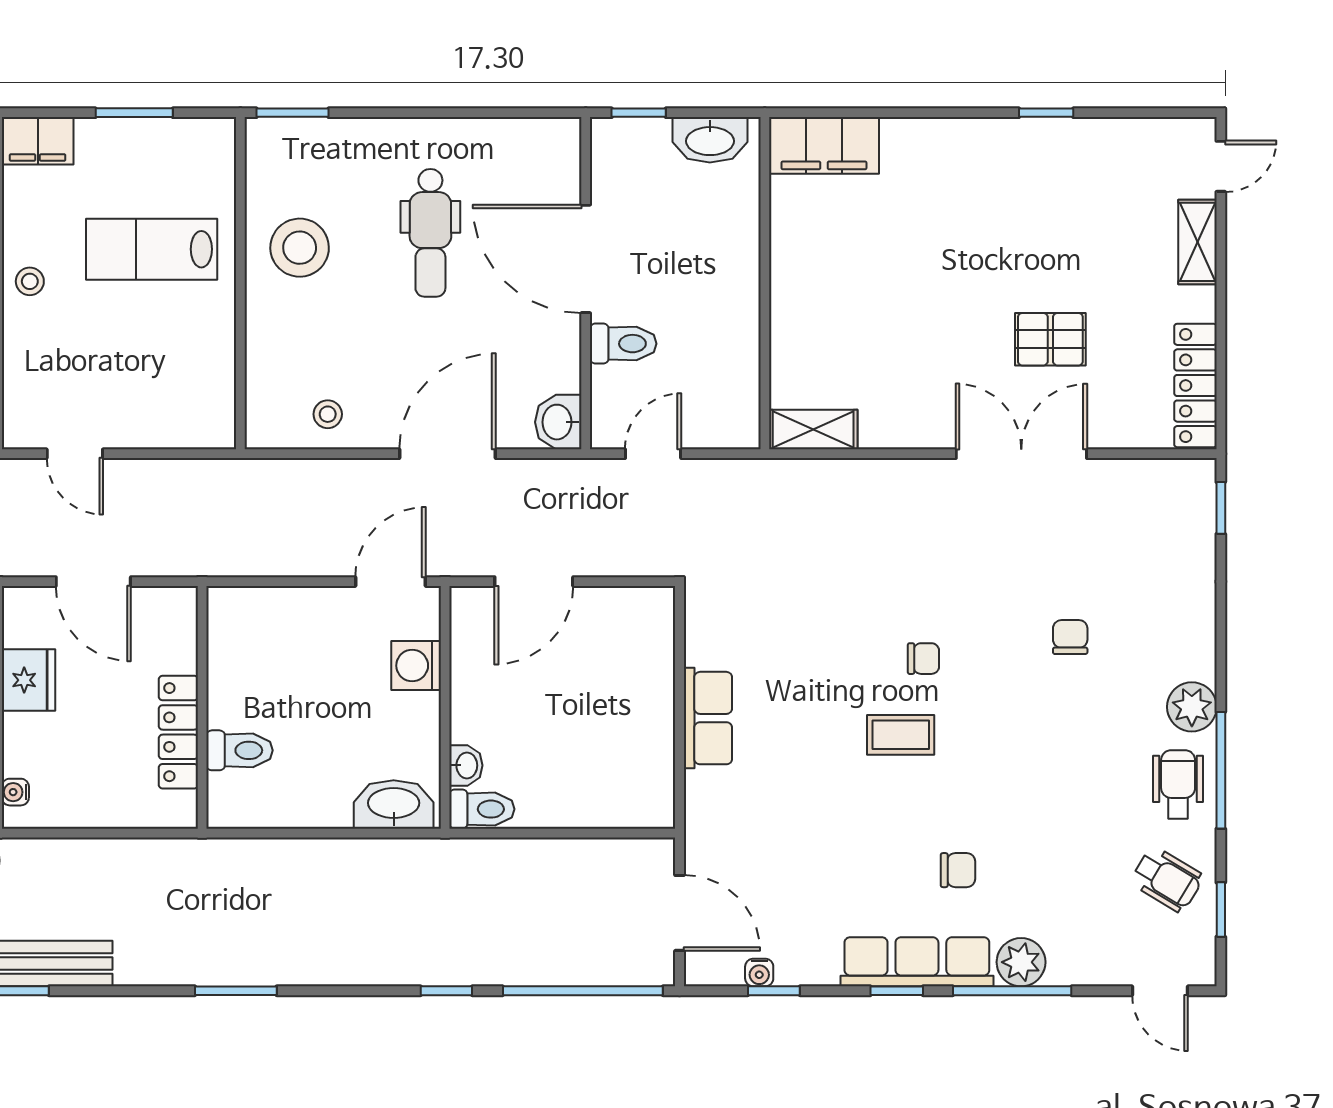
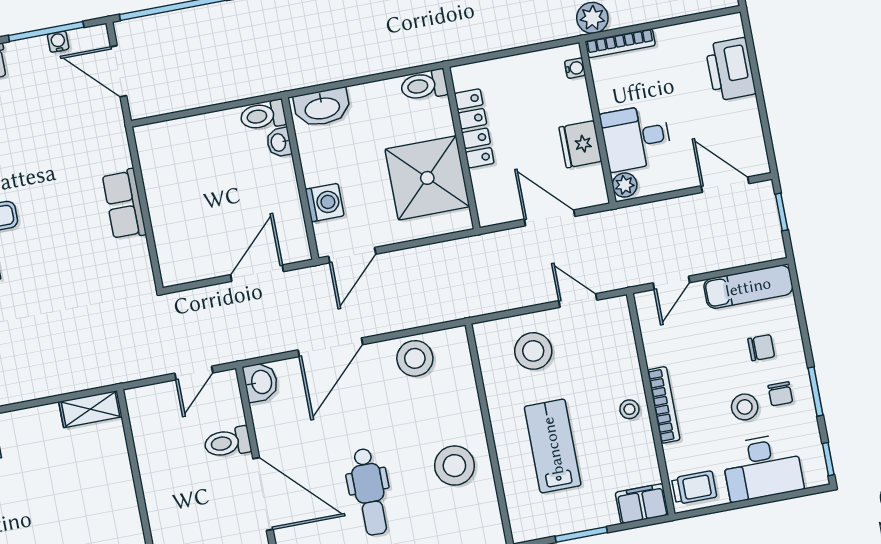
dental chair: (430, 233) -> (369, 492), turned 180
lab bench: (152, 249) -> (553, 446), turned -90
stool: (154, 393) -> (533, 351), added
stool: (328, 414) -> (415, 358), width x1.89, depth x1.89
shower: (260, 673) -> (427, 178), added
toilet: (239, 750) -> (424, 85), moved
window: (774, 991) -> (46, 31), width x2.17

